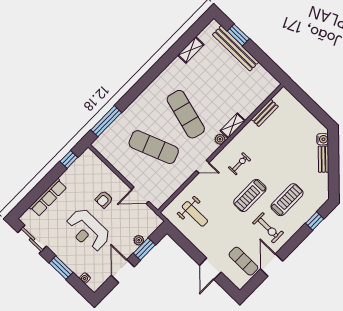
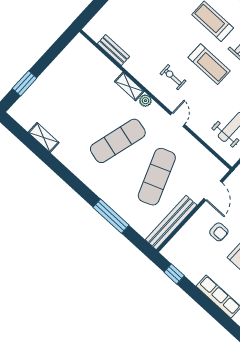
bench: (236, 48) -> (171, 222), moved
window: (106, 121) -> (111, 216), moved

